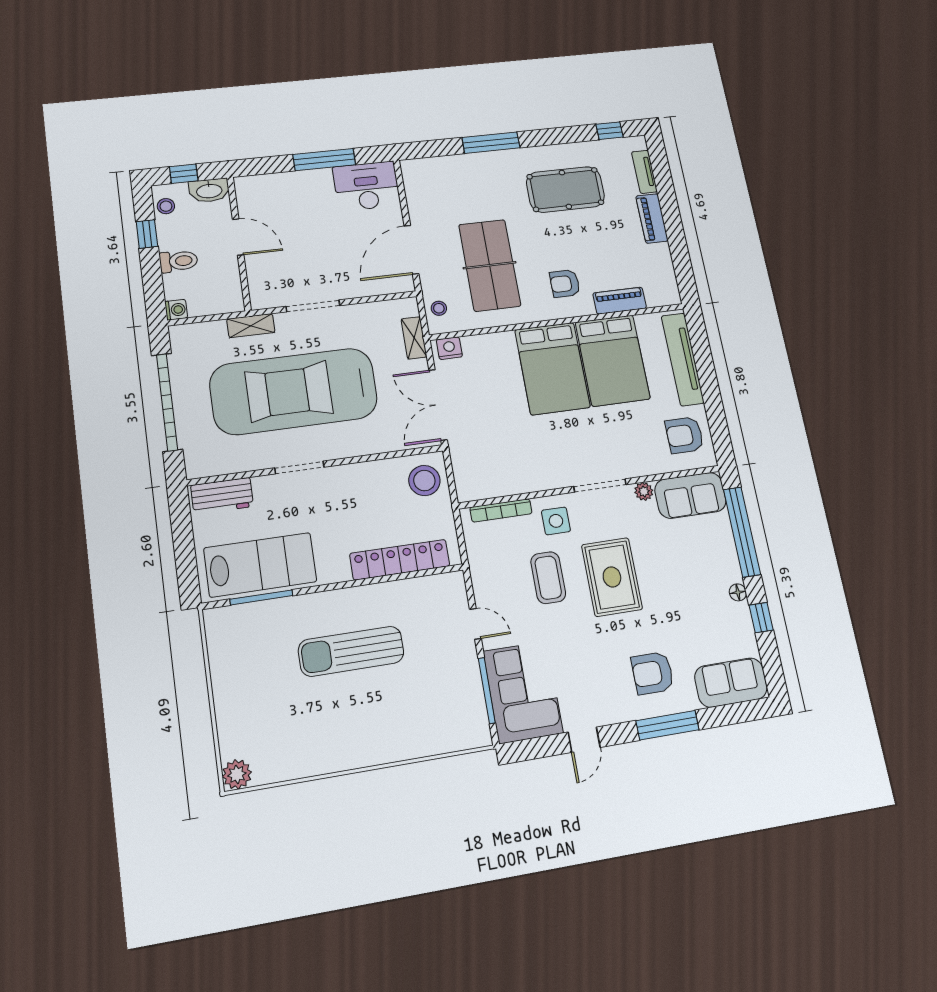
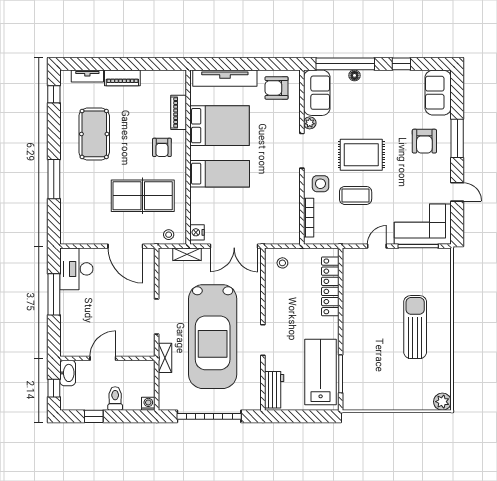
stool: (166, 206) -> (76, 402), removed
bed: (552, 368) -> (220, 174), width x0.67
armchair: (685, 435) -> (277, 88), turned 90
stool: (424, 481) -> (282, 263), width x0.53, depth x0.53
floor lamp: (738, 592) -> (354, 75), moved
sun lounger: (351, 651) -> (415, 327), moved, turned 180

